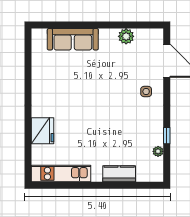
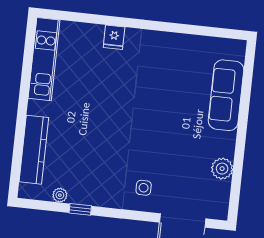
fridge: (43, 131) -> (114, 37), width x0.53, depth x0.75
kitchen counter: (119, 174) -> (34, 150), width x1.50

